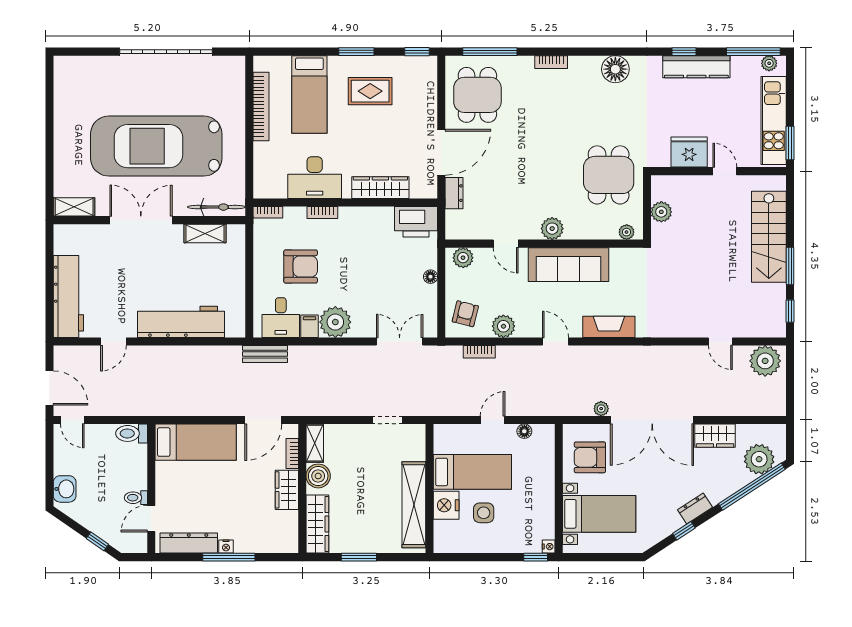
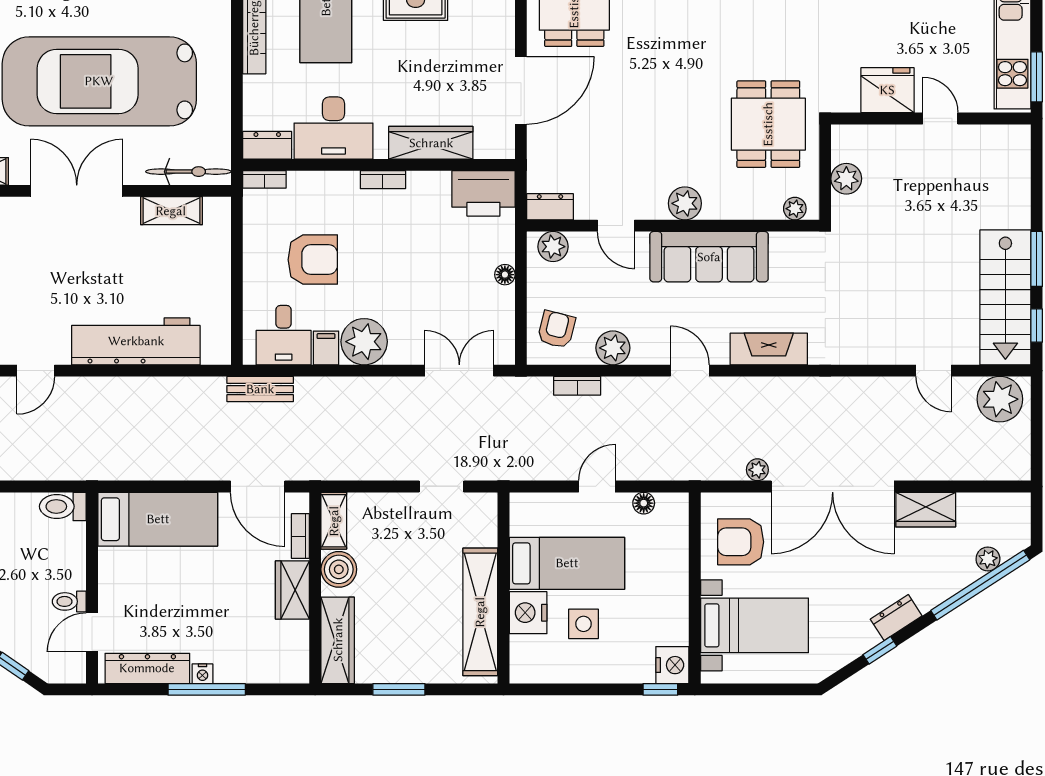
dresser: (270, 189) -> (267, 145), added
dresser: (454, 193) -> (550, 207), moved, turned -90
bookcase: (322, 213) -> (383, 180), moved
stairs: (769, 237) -> (1005, 297), moved
door: (263, 420) -> (258, 486), hinge flipped
plant: (759, 459) -> (988, 559), width x0.53, depth x0.53
nightstand: (549, 547) -> (672, 665), width x1.89, depth x1.79

